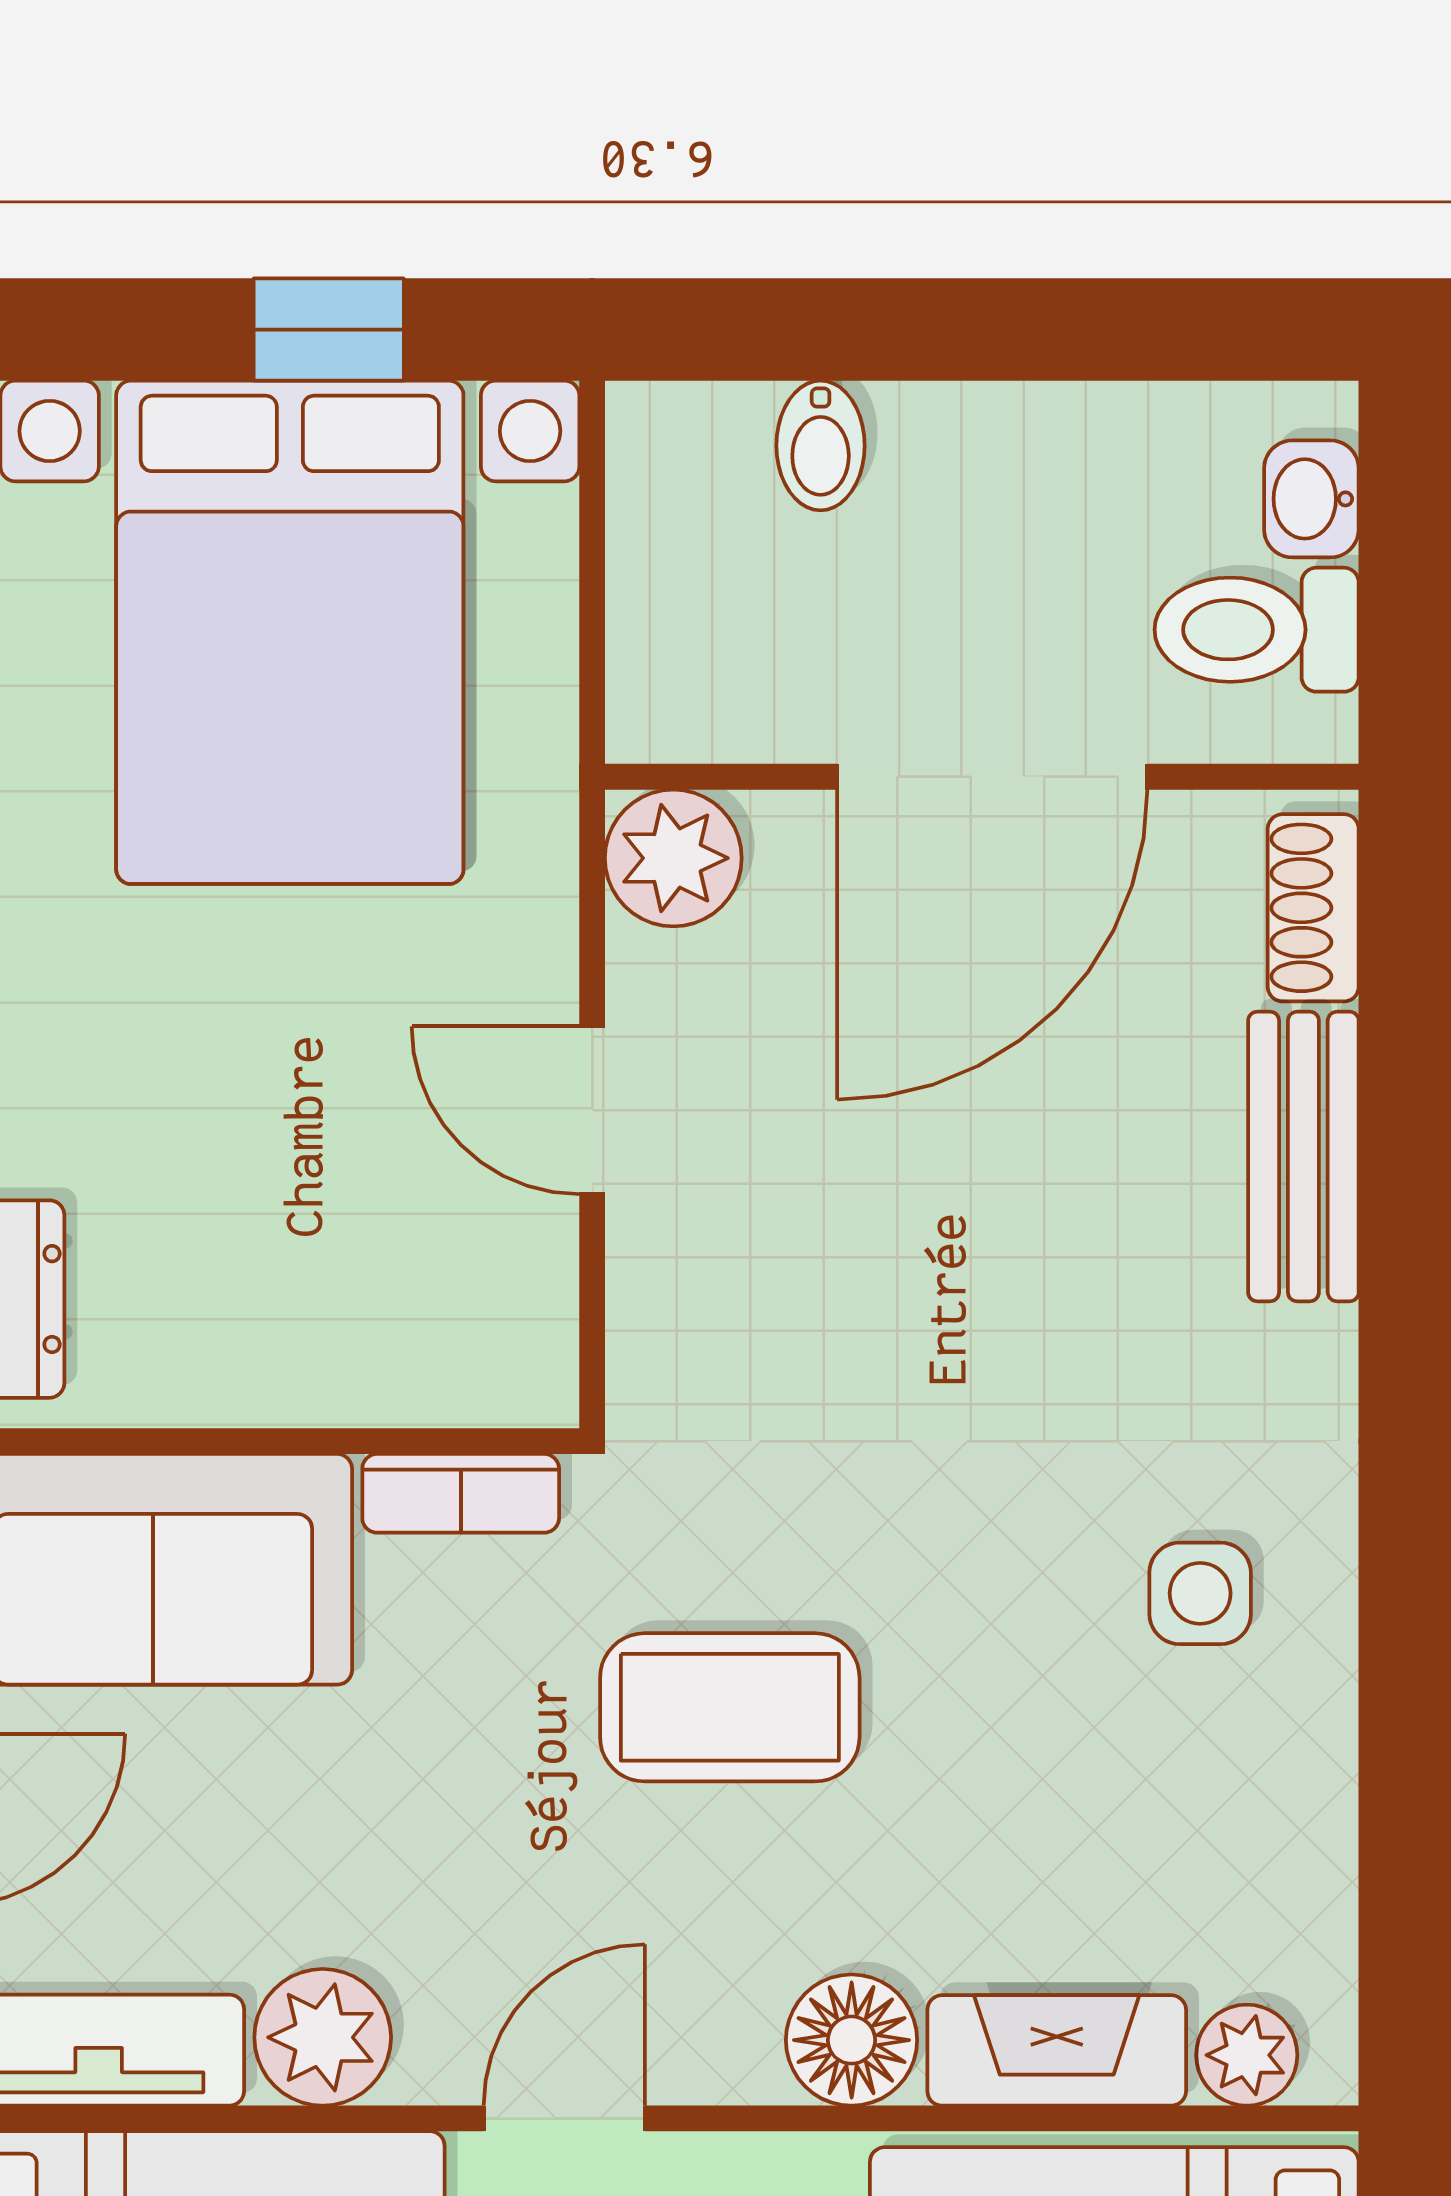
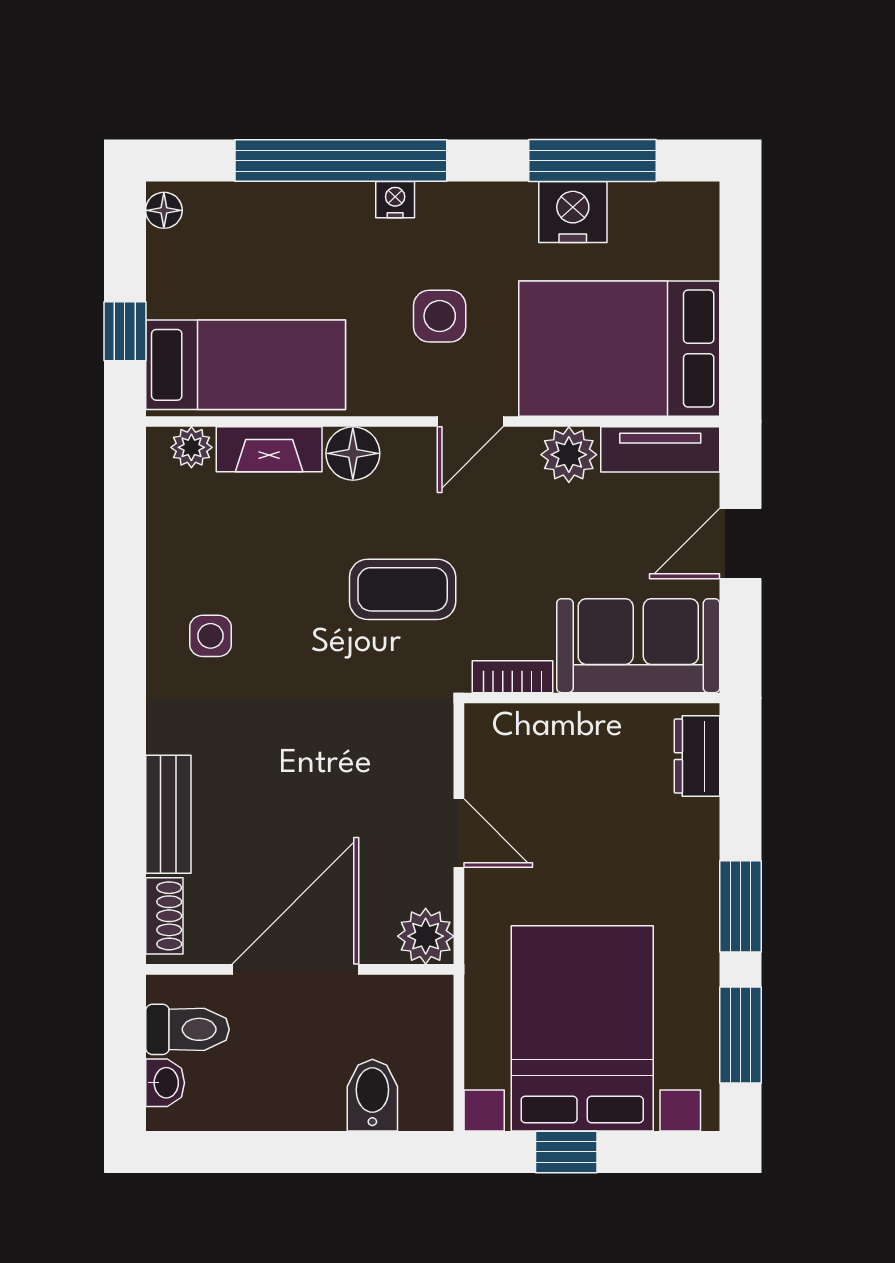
bidet: (821, 446) -> (372, 1095), width x1.38, depth x1.36

